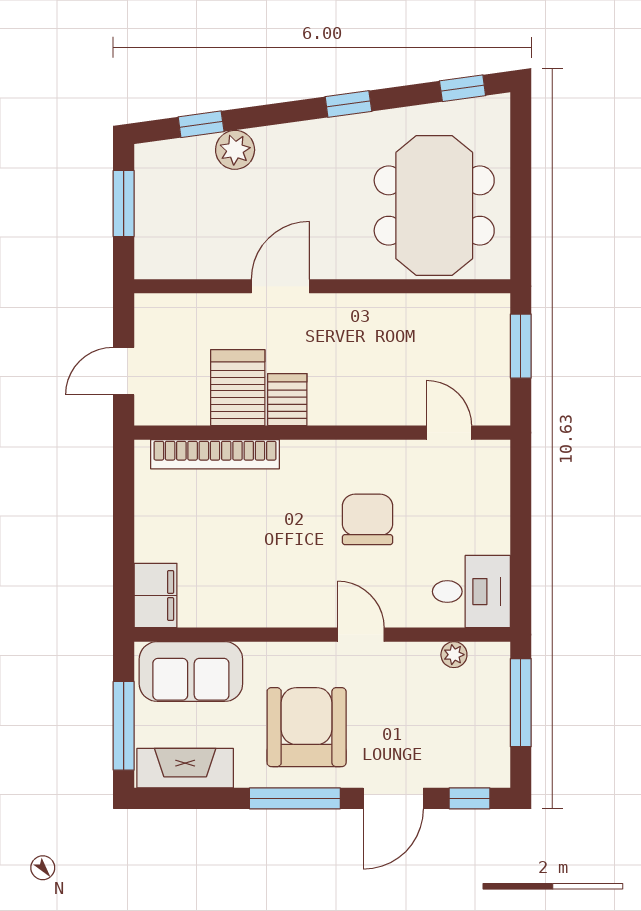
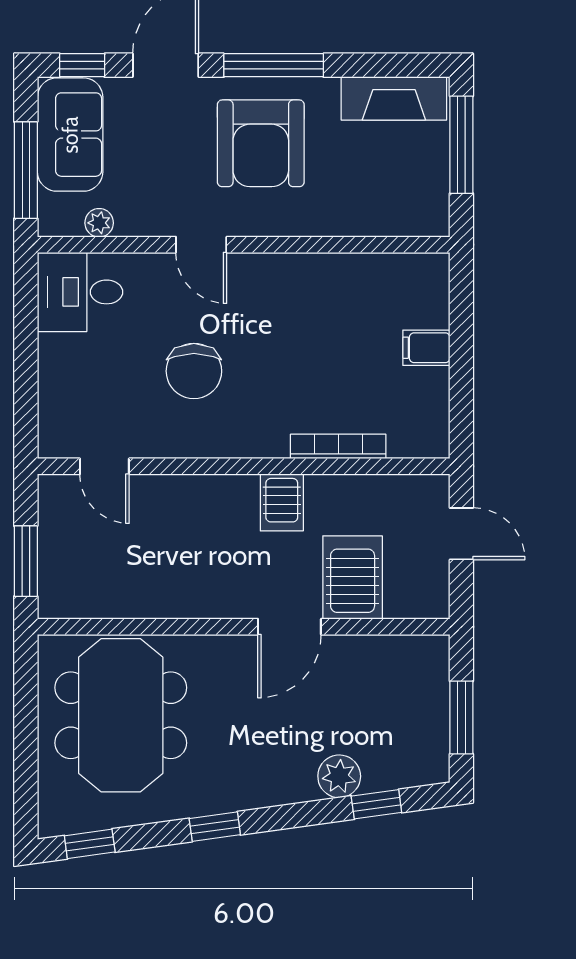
door: (124, 371) -> (461, 534), hinge flipped
server rack: (238, 388) -> (353, 577), moved, turned 180
bookcase: (215, 454) -> (338, 446), width x0.68, depth x0.76
filing cabinet: (156, 595) -> (426, 348), moved, width x0.50
sofa: (191, 672) -> (70, 135), moved, turned 90

